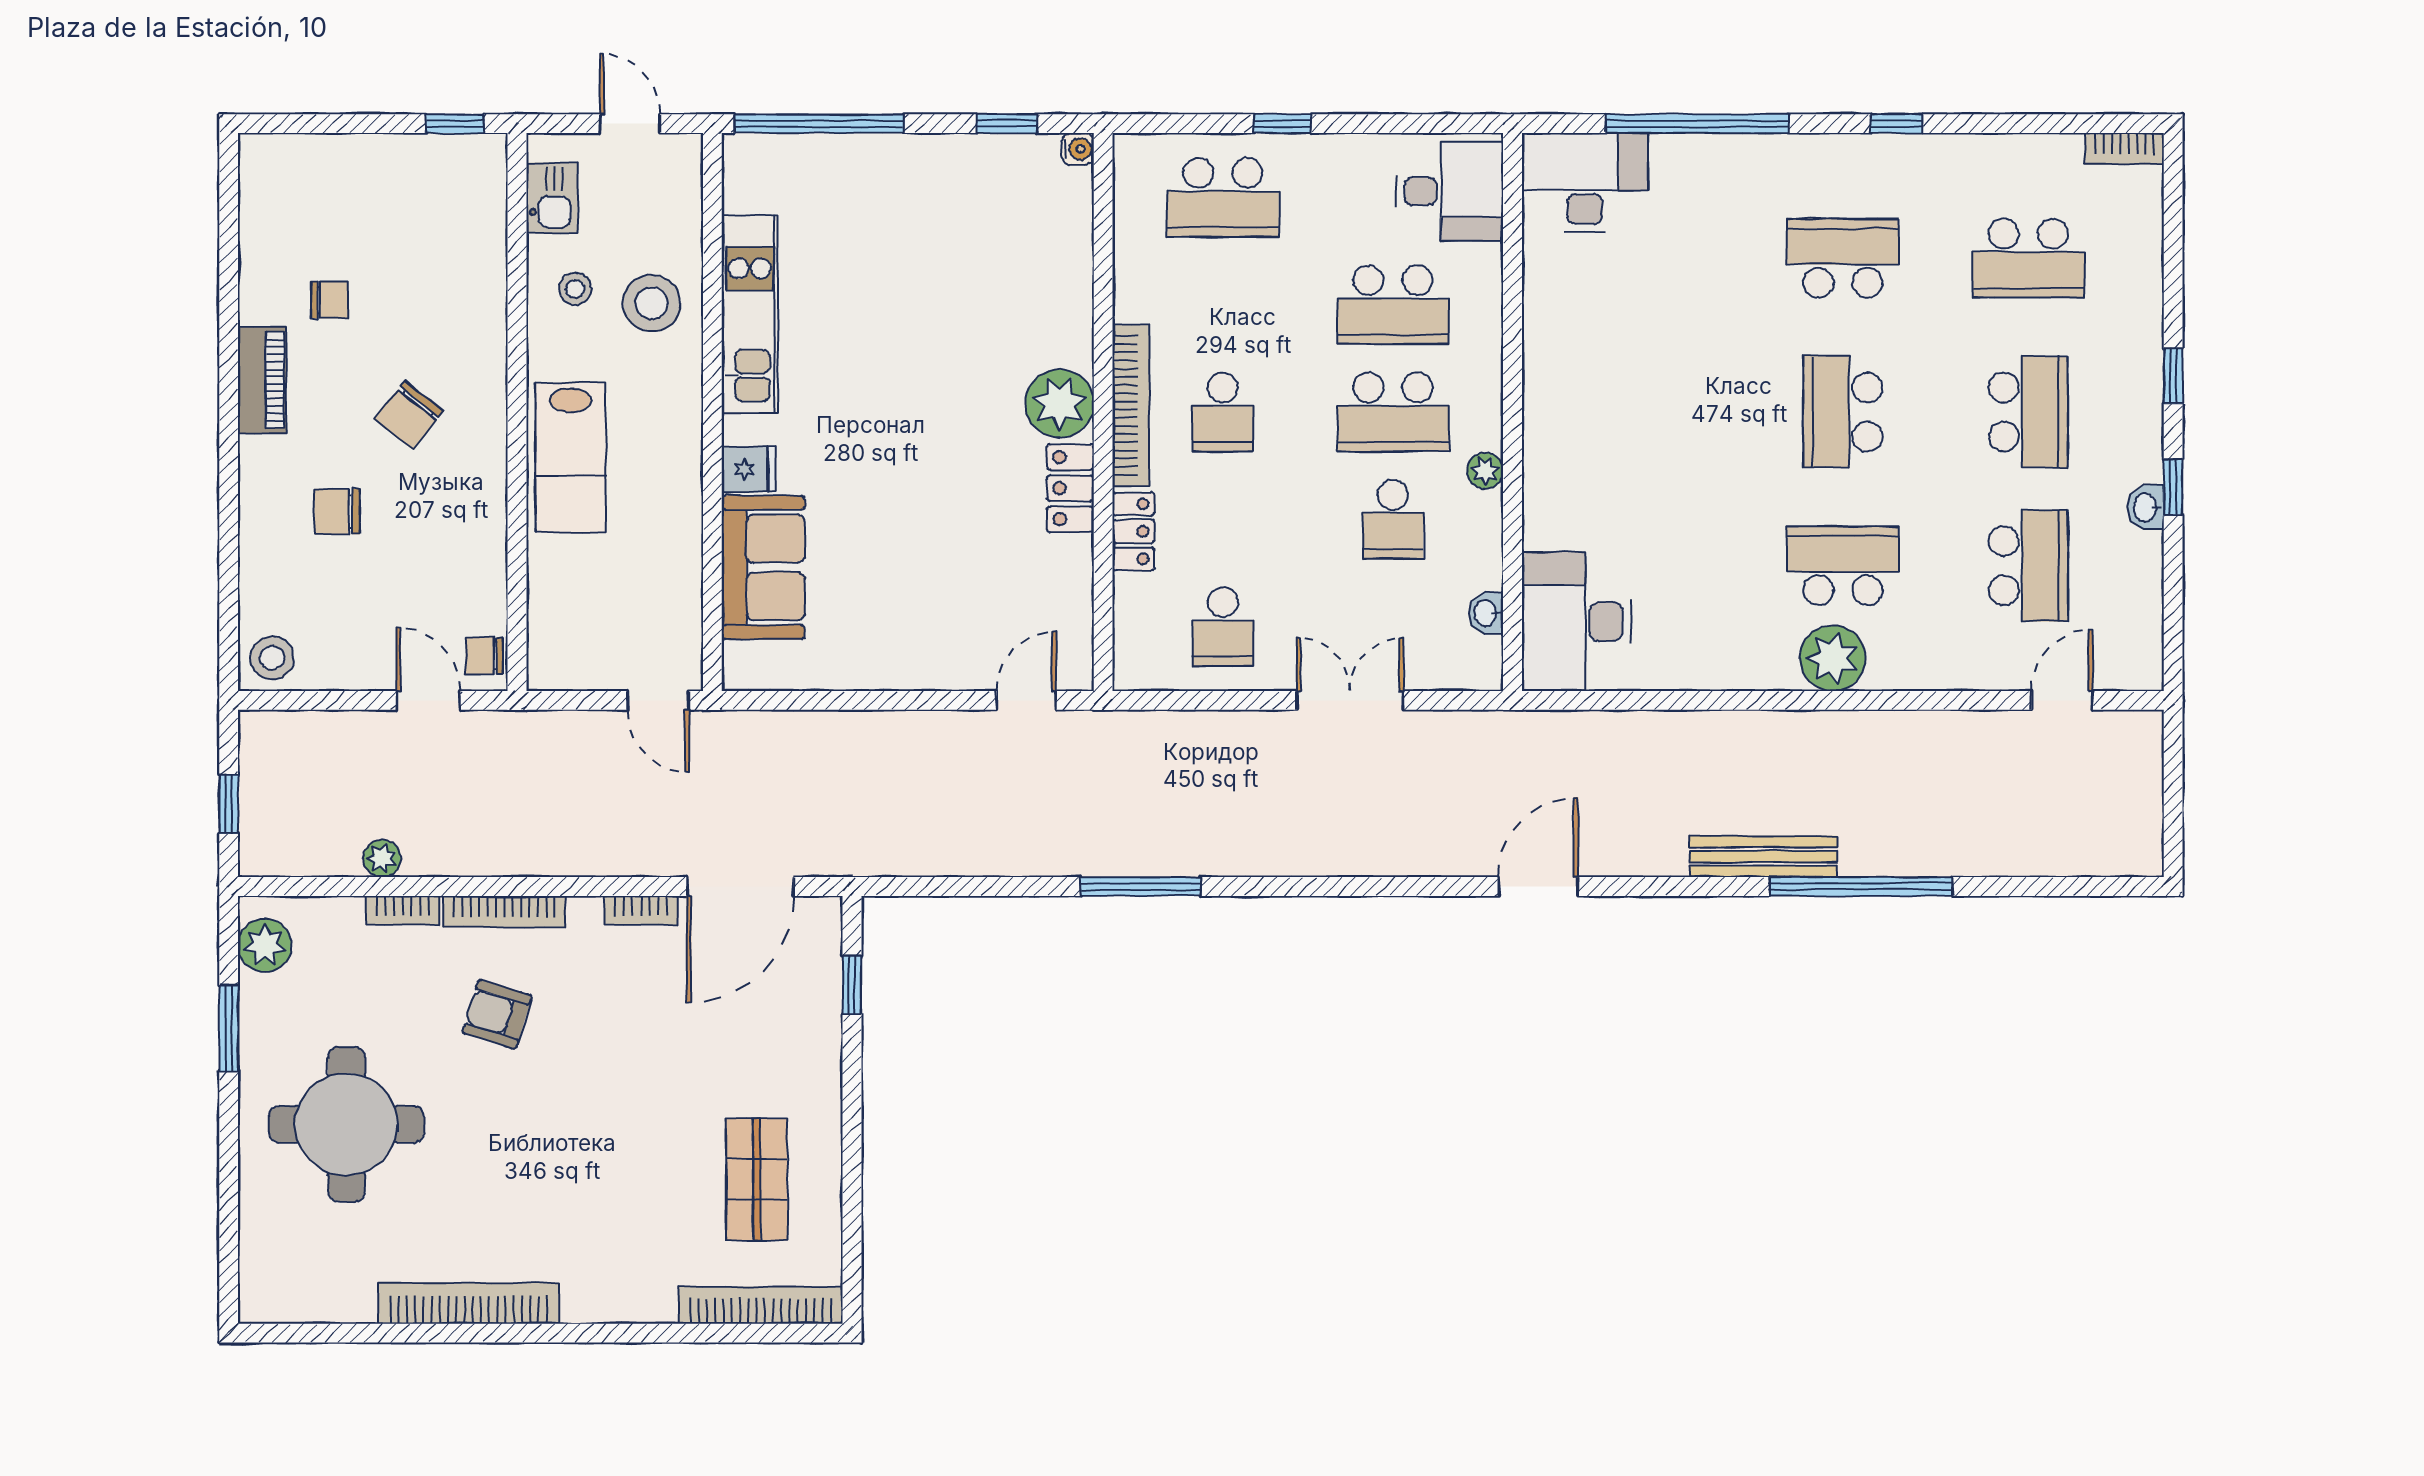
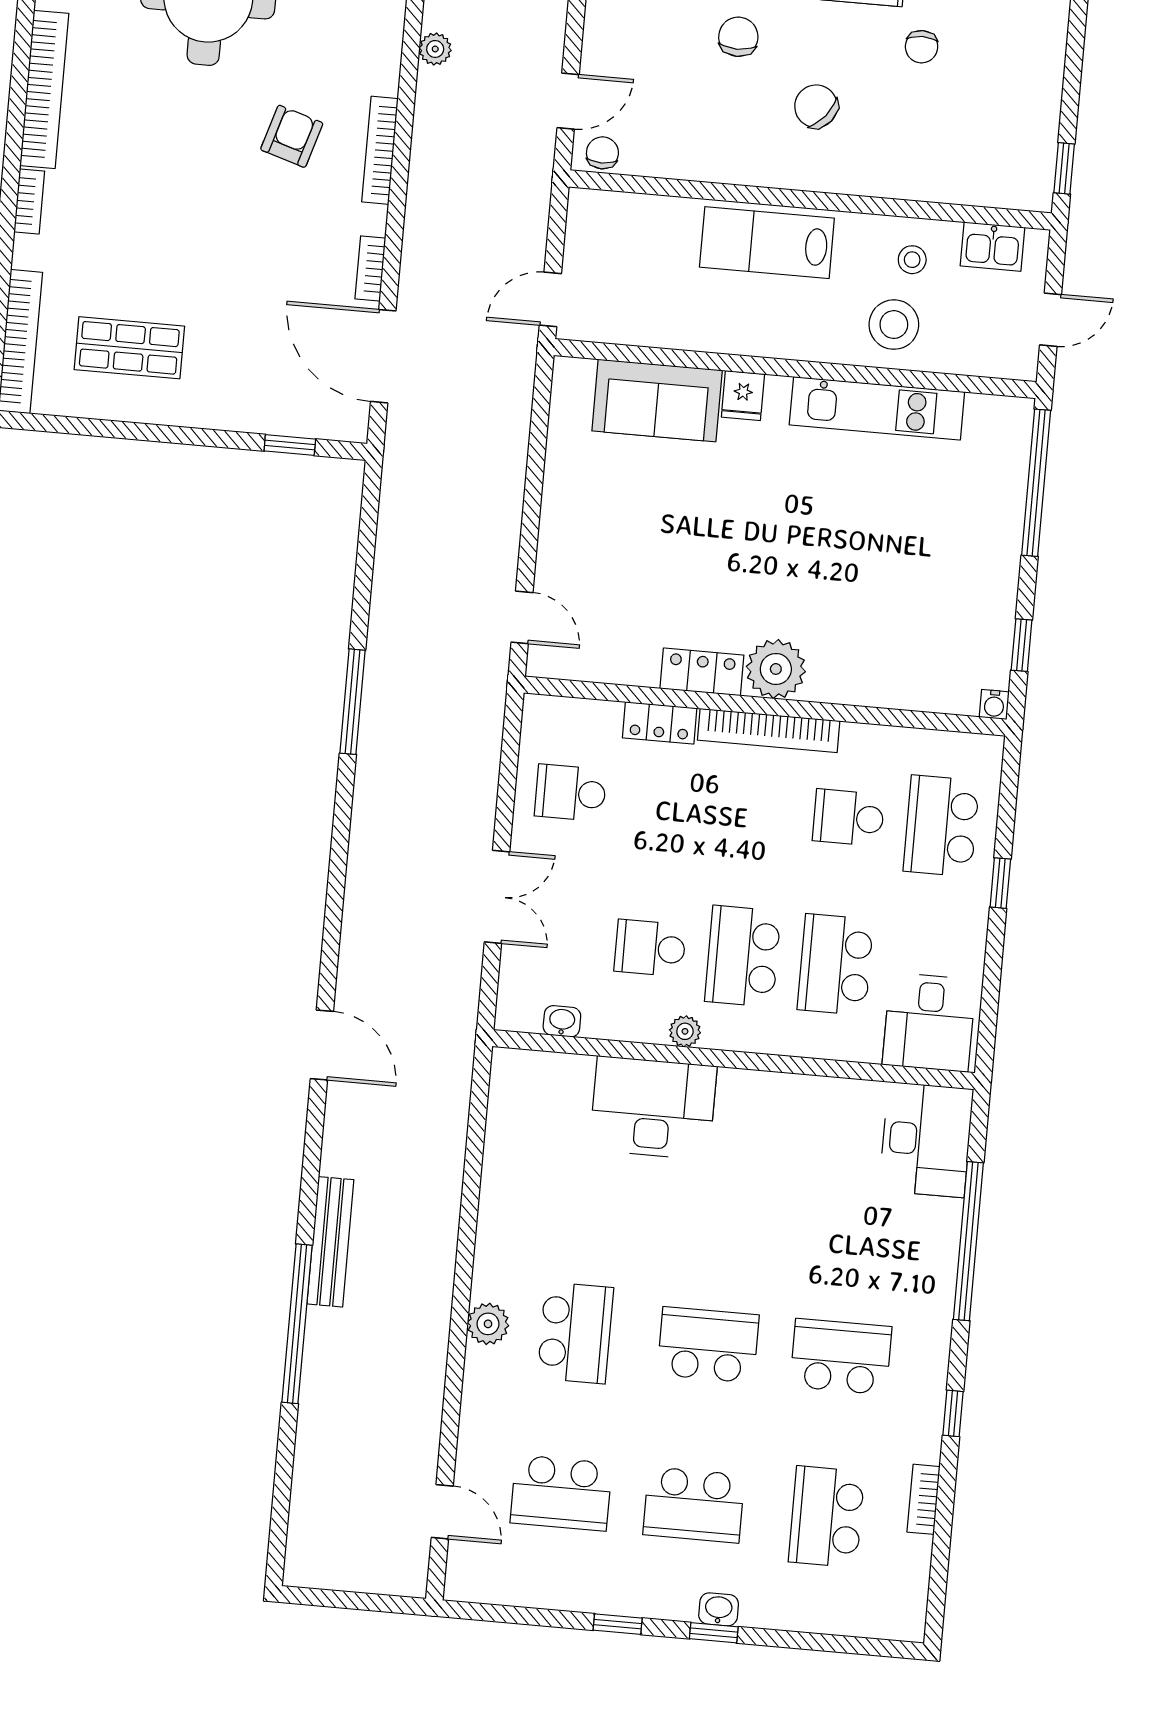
bookcase: (2125, 149) -> (924, 1499), moved
school desk: (1843, 258) -> (841, 1357), turned -90
school desk: (1223, 412) -> (849, 818), moved
washbasin: (2146, 507) -> (719, 1609), moved
desk: (1576, 622) -> (653, 1108), moved
plant: (1833, 658) -> (488, 1324), width x0.73, depth x0.73
bookcase: (403, 910) -> (29, 201), moved, turned 180

